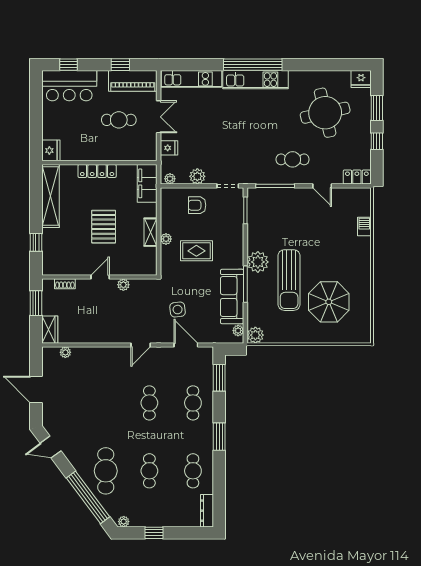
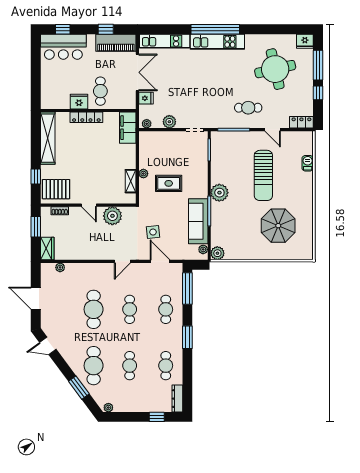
window: (377, 108) -> (318, 65), width x1.44
double door: (159, 117) -> (137, 72), width x1.37
cafe table: (119, 120) -> (100, 91), moved, turned 90
fridge: (51, 150) -> (79, 102), moved, turned -90
armchair: (197, 205) -> (169, 146), removed
pallet: (104, 227) -> (56, 189), moved, turned 90
shelving: (151, 232) -> (131, 181), moved
door: (100, 277) -> (89, 205), swing flipped
sun lounger: (289, 280) -> (263, 175), moved
plant: (123, 285) -> (112, 216), width x1.87, depth x1.87
window: (219, 378) -> (187, 289), width x1.44
cafe table: (106, 403) -> (94, 309), added
window: (88, 497) -> (79, 388), width x0.47
window: (154, 533) -> (157, 417), moved

